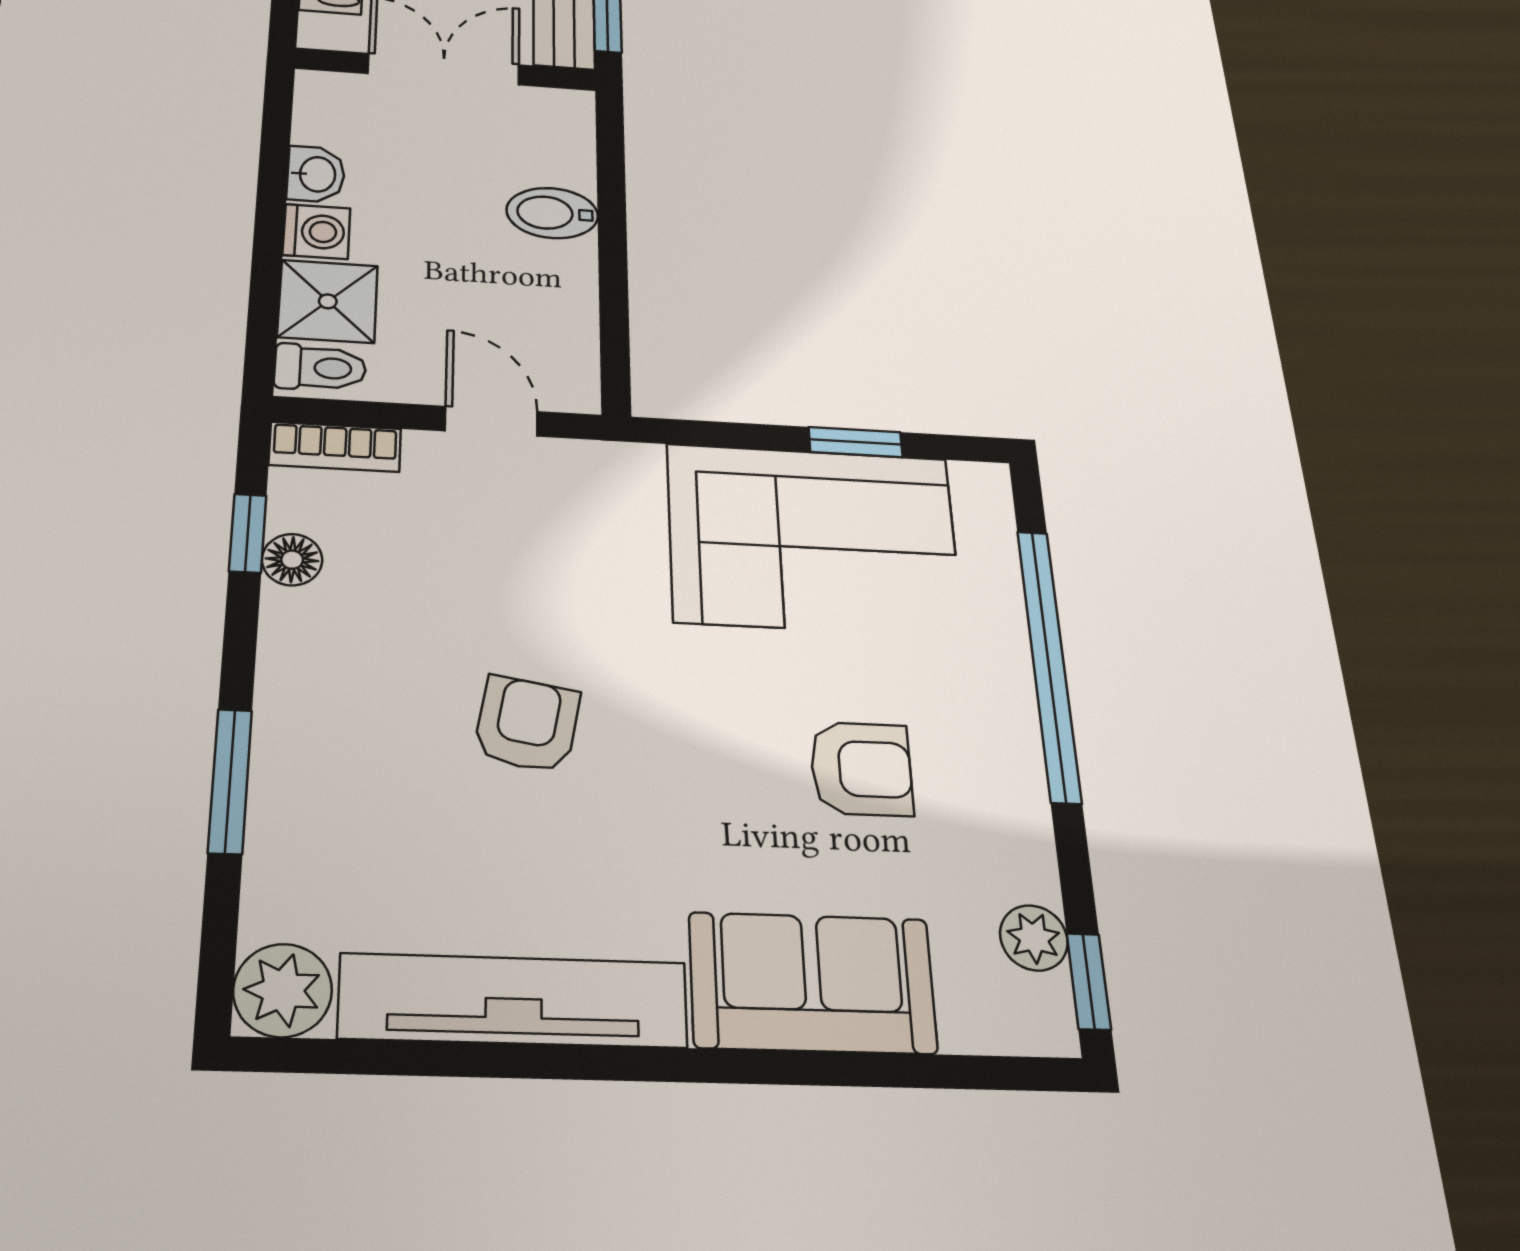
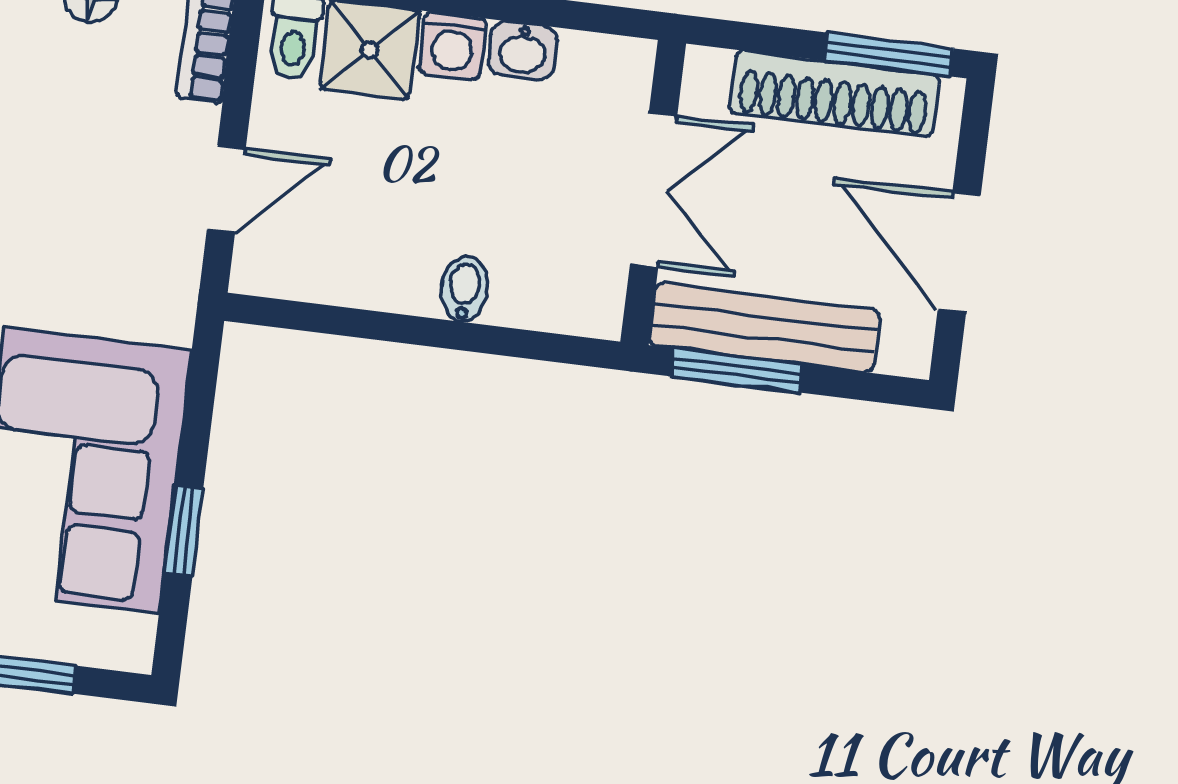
bidet: (552, 213) -> (465, 289), width x0.72, depth x0.74

